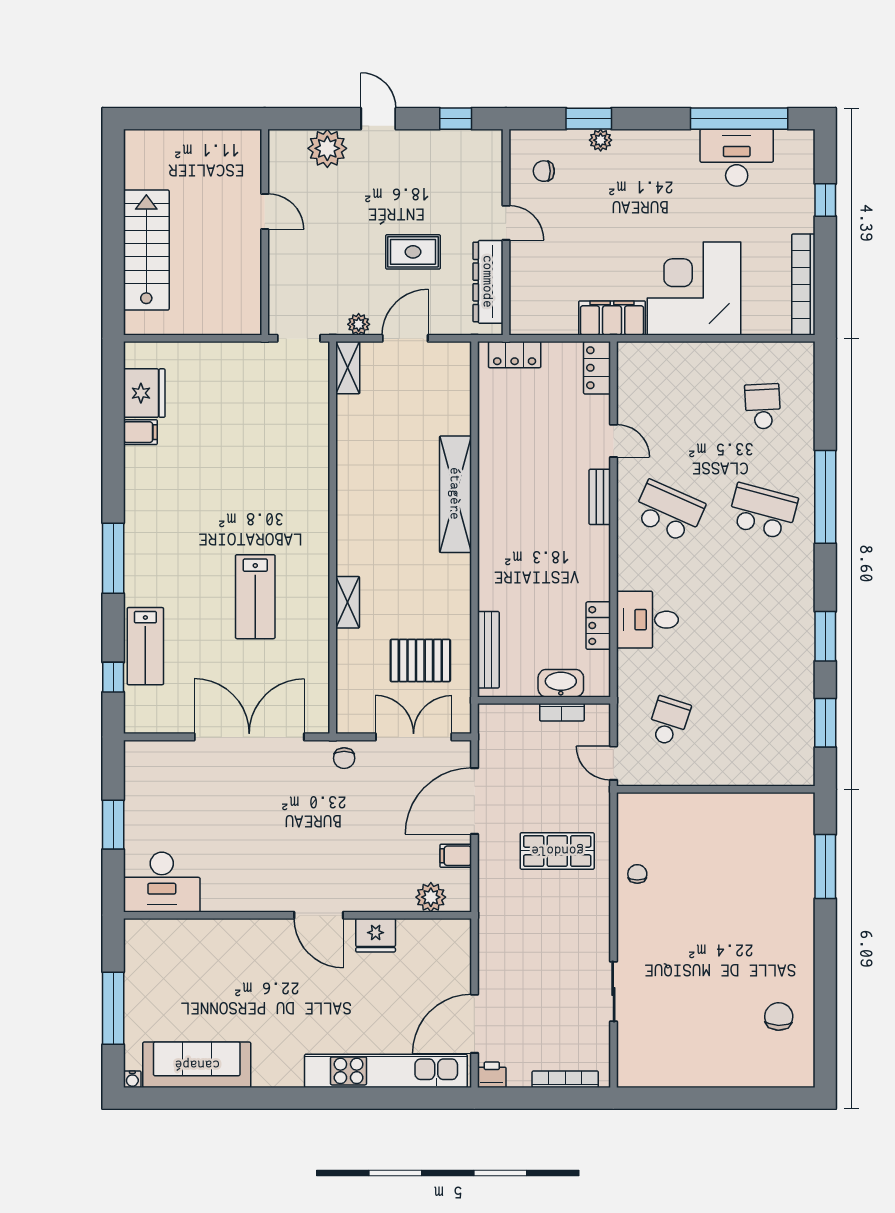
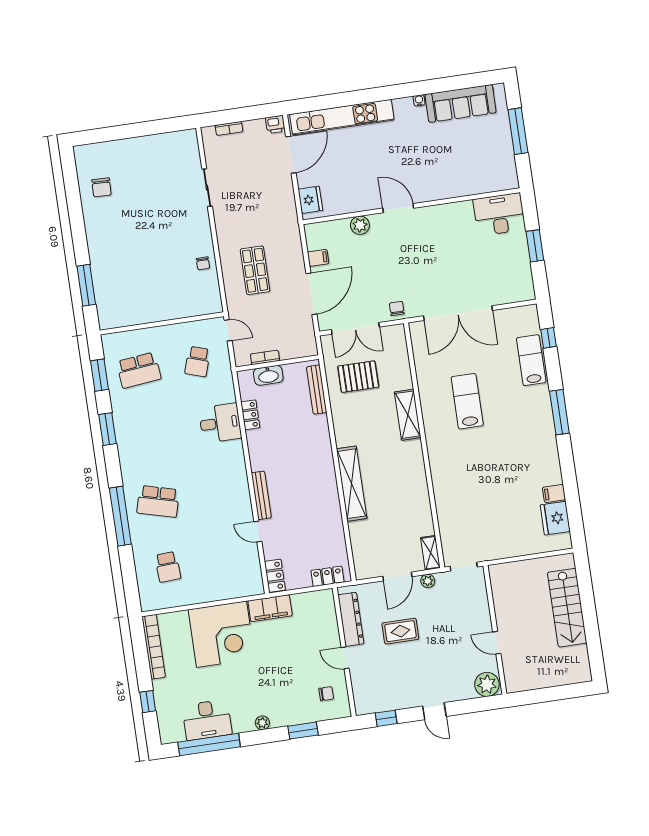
plant: (601, 140) -> (262, 723), moved
plant: (327, 148) -> (487, 684), moved
bench: (600, 497) -> (261, 495), width x1.36
school desk: (669, 511) -> (139, 370), moved, turned -30
shelving: (348, 602) -> (408, 415), width x1.50, depth x1.33
shop shelf: (557, 851) -> (255, 270), turned 90
plant: (431, 897) -> (360, 225), moved
fridge: (376, 935) -> (310, 200), moved, turned 90
water cooler: (132, 1079) -> (419, 100), moved
bookcase: (565, 1079) -> (229, 128), width x0.64

